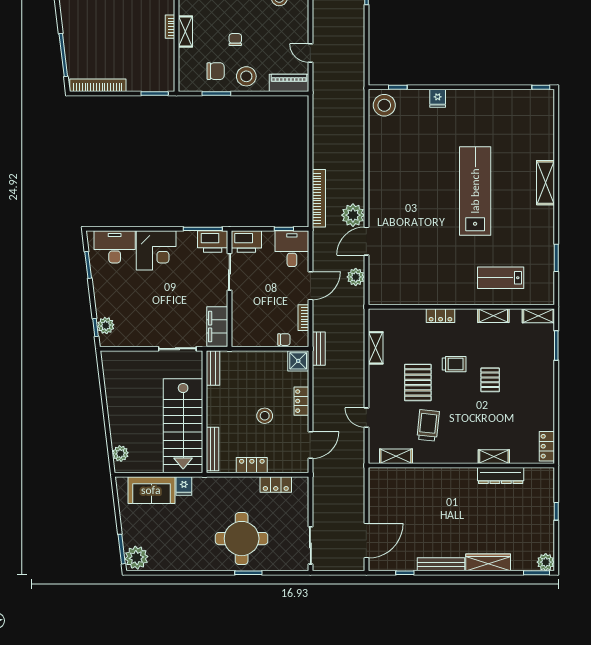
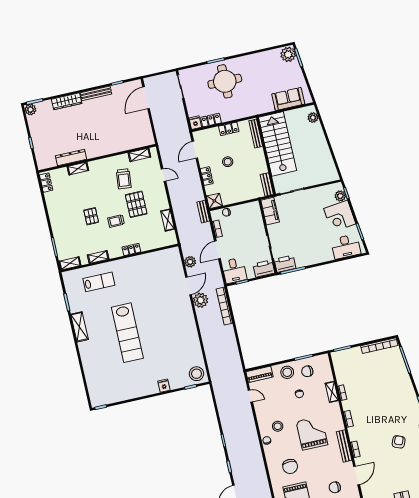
shelving: (546, 183) -> (80, 327), moved
corner desk: (156, 250) -> (340, 216), moved, turned -97
fridge: (184, 486) -> (195, 123), moved

